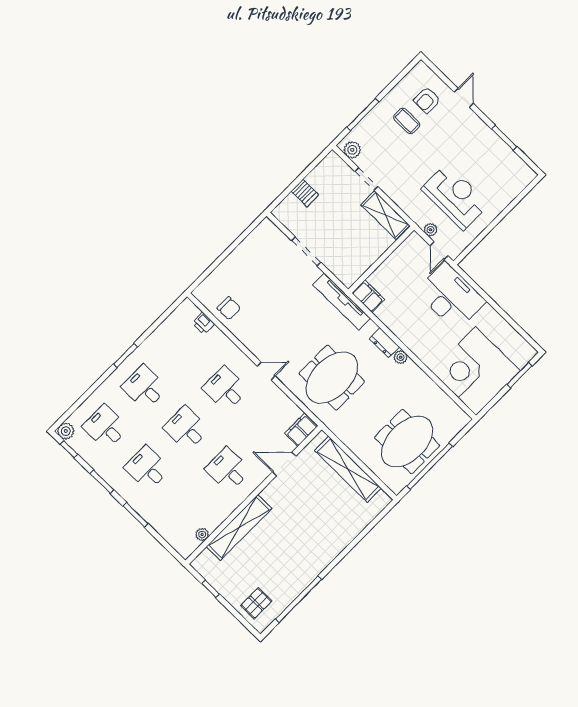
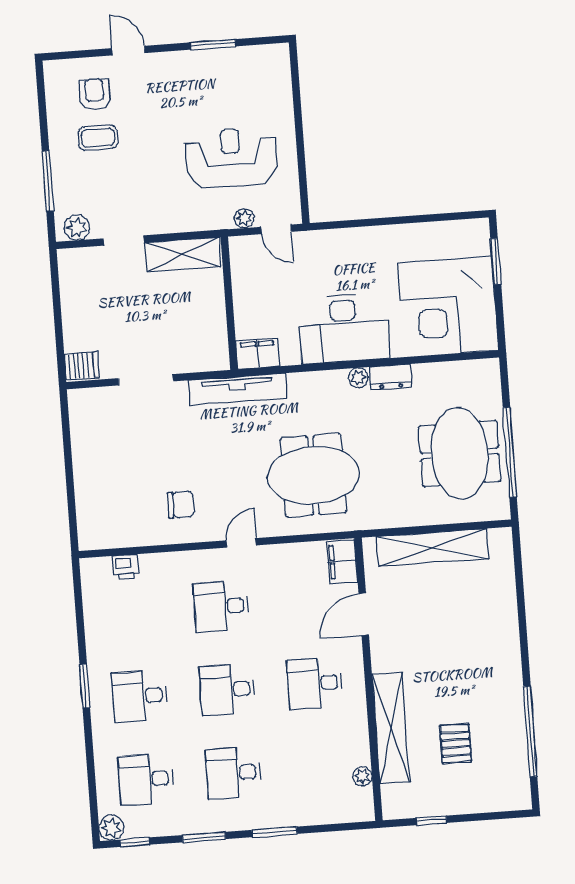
armchair: (427, 100) -> (95, 94), turned 180
server rack: (305, 193) -> (82, 366), moved
desk: (451, 297) -> (344, 328), moved, turned 180
chair: (229, 308) -> (181, 505), moved
dresser: (384, 343) -> (391, 377), moved
meeting table: (332, 378) -> (313, 475), turned 90
pallet: (256, 603) -> (456, 744), moved

